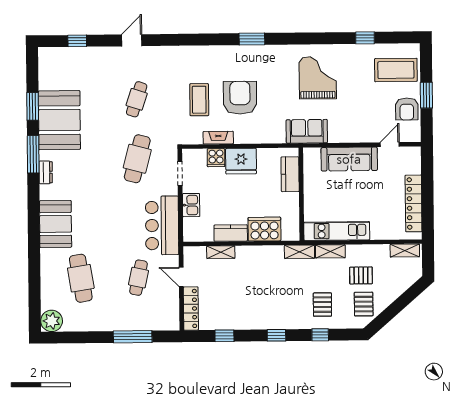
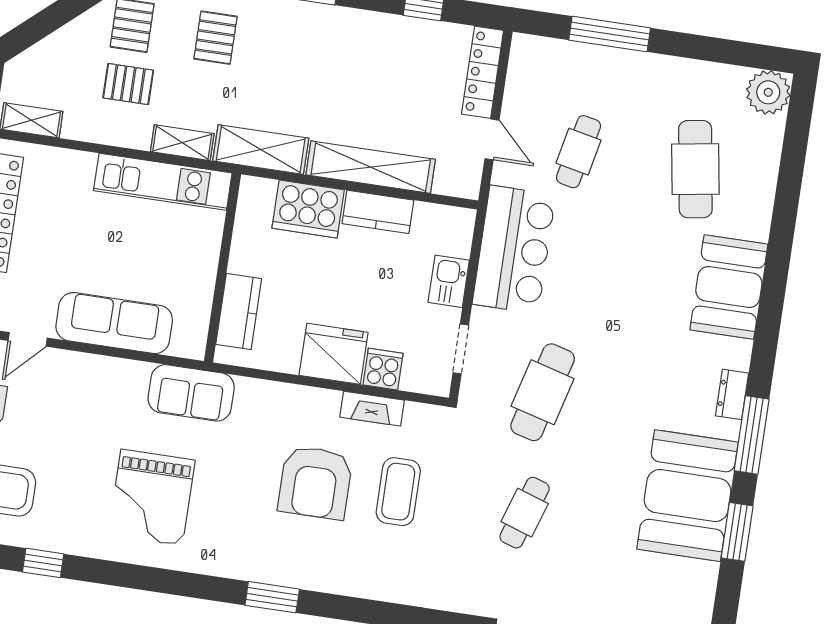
shelving: (221, 252) -> (371, 167), width x2.20, depth x1.33
shelving: (299, 252) -> (261, 150), width x1.50, depth x1.33

